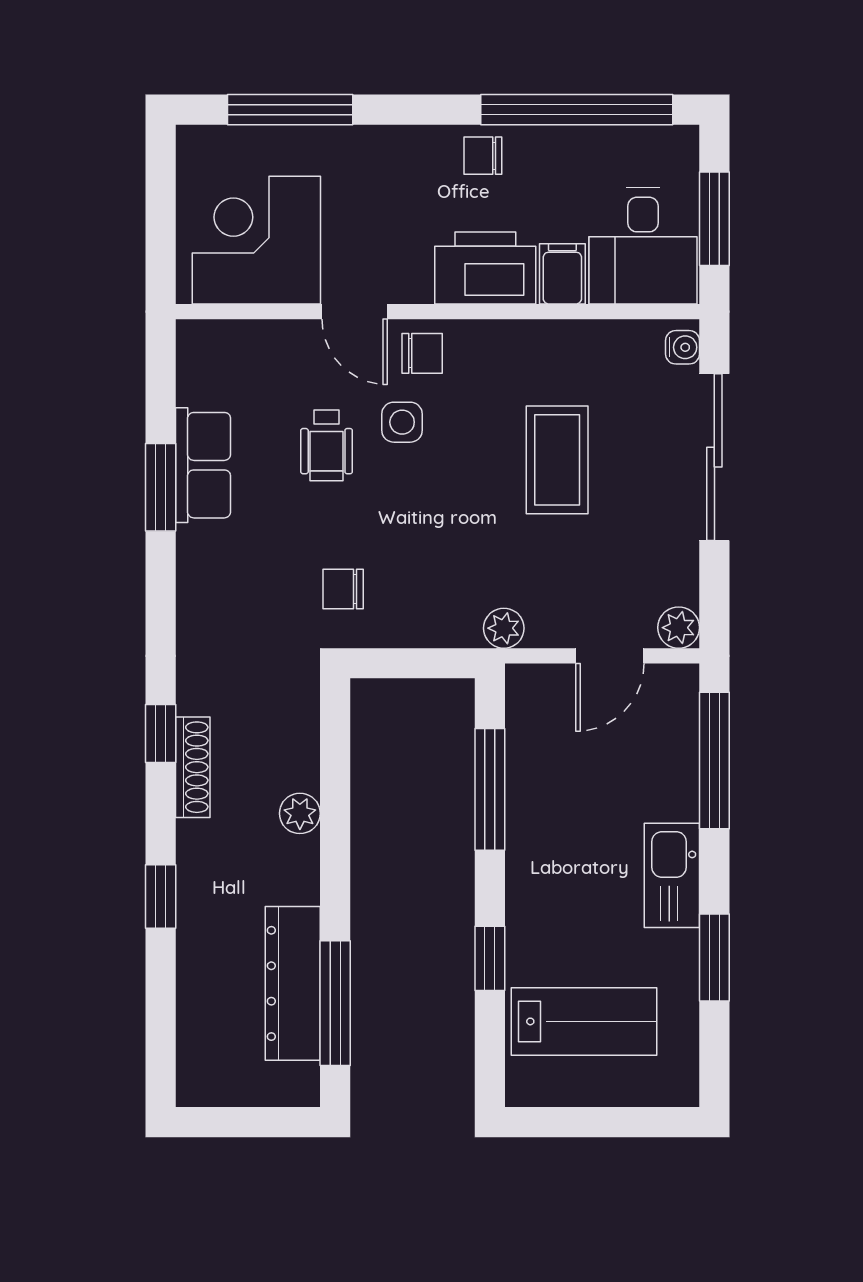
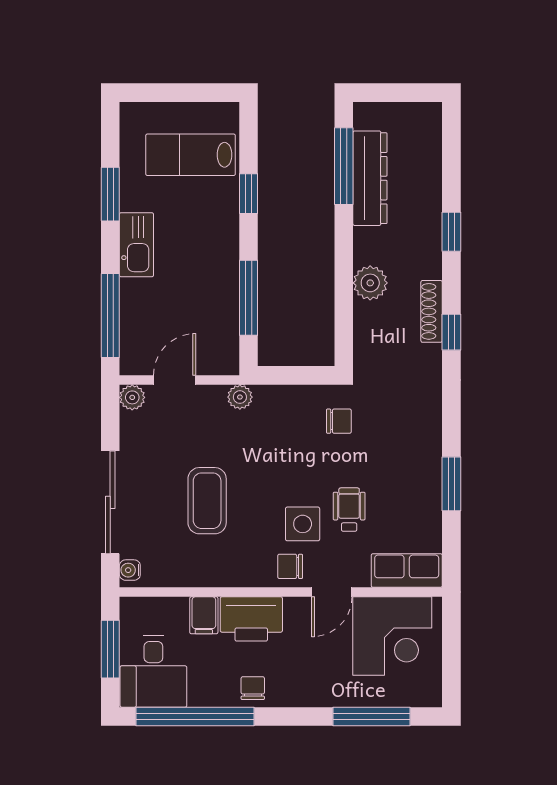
chair: (483, 156) -> (253, 688), turned -90
desk: (643, 246) -> (153, 671), moved, turned 180
door: (355, 312) -> (332, 592), swing flipped
side table: (402, 422) -> (303, 524), width x1.37, depth x1.37
row of seats: (203, 465) -> (407, 571), moved, turned 90
plant: (300, 813) -> (370, 283), width x1.38, depth x1.38

